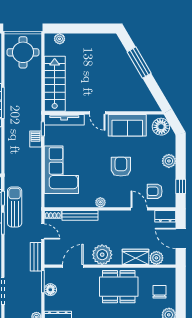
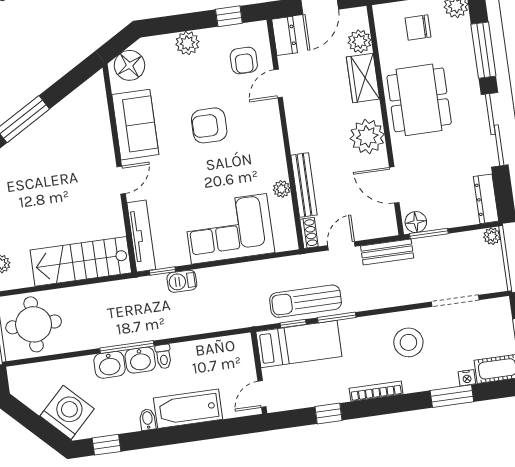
plant: (100, 202) -> (282, 189), moved
floor lamp: (50, 290) -> (416, 222), moved

